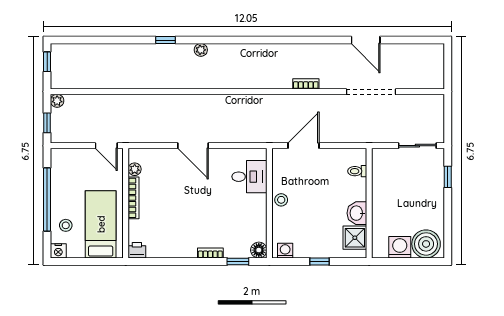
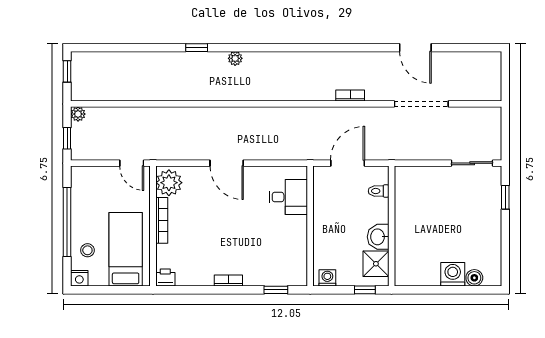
plant: (135, 169) -> (169, 183), width x1.88, depth x1.88
toilet: (357, 171) -> (379, 191), moved
stool: (281, 200) -> (323, 222), removed
wall: (369, 203) -> (392, 226), moved
washbasin: (357, 213) -> (378, 237), moved
shower: (355, 238) -> (376, 264), moved
boiler: (426, 244) -> (474, 278), width x0.54, depth x0.54
floor lamp: (259, 250) -> (299, 277), removed
bookcase: (210, 253) -> (228, 281), moved

